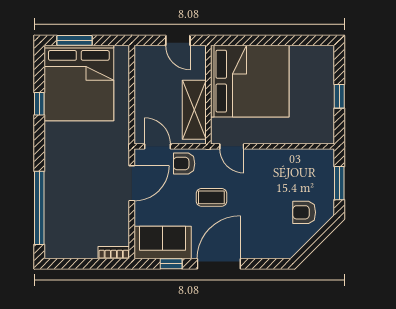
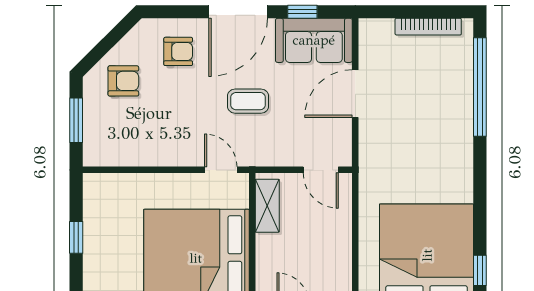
window: (39, 104) -> (480, 270), moved
shelving: (194, 110) -> (267, 206), width x0.67, depth x0.75
armchair: (184, 164) -> (178, 51), moved
door: (132, 183) -> (355, 94), moved
bookcase: (114, 253) -> (428, 27), moved, width x1.56

